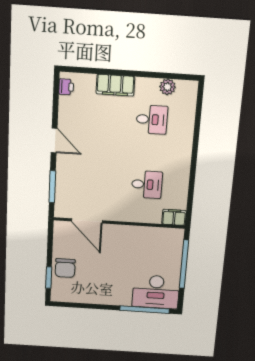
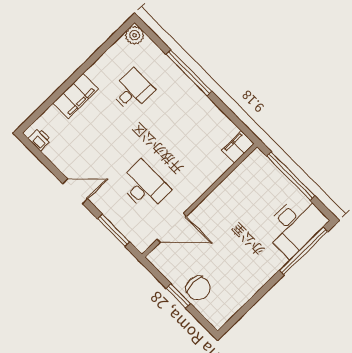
plant: (167, 87) -> (135, 35), moved
window: (195, 146) -> (189, 73), added
desk: (147, 184) -> (144, 186), moved, width x1.37
window: (49, 278) -> (178, 296), moved

